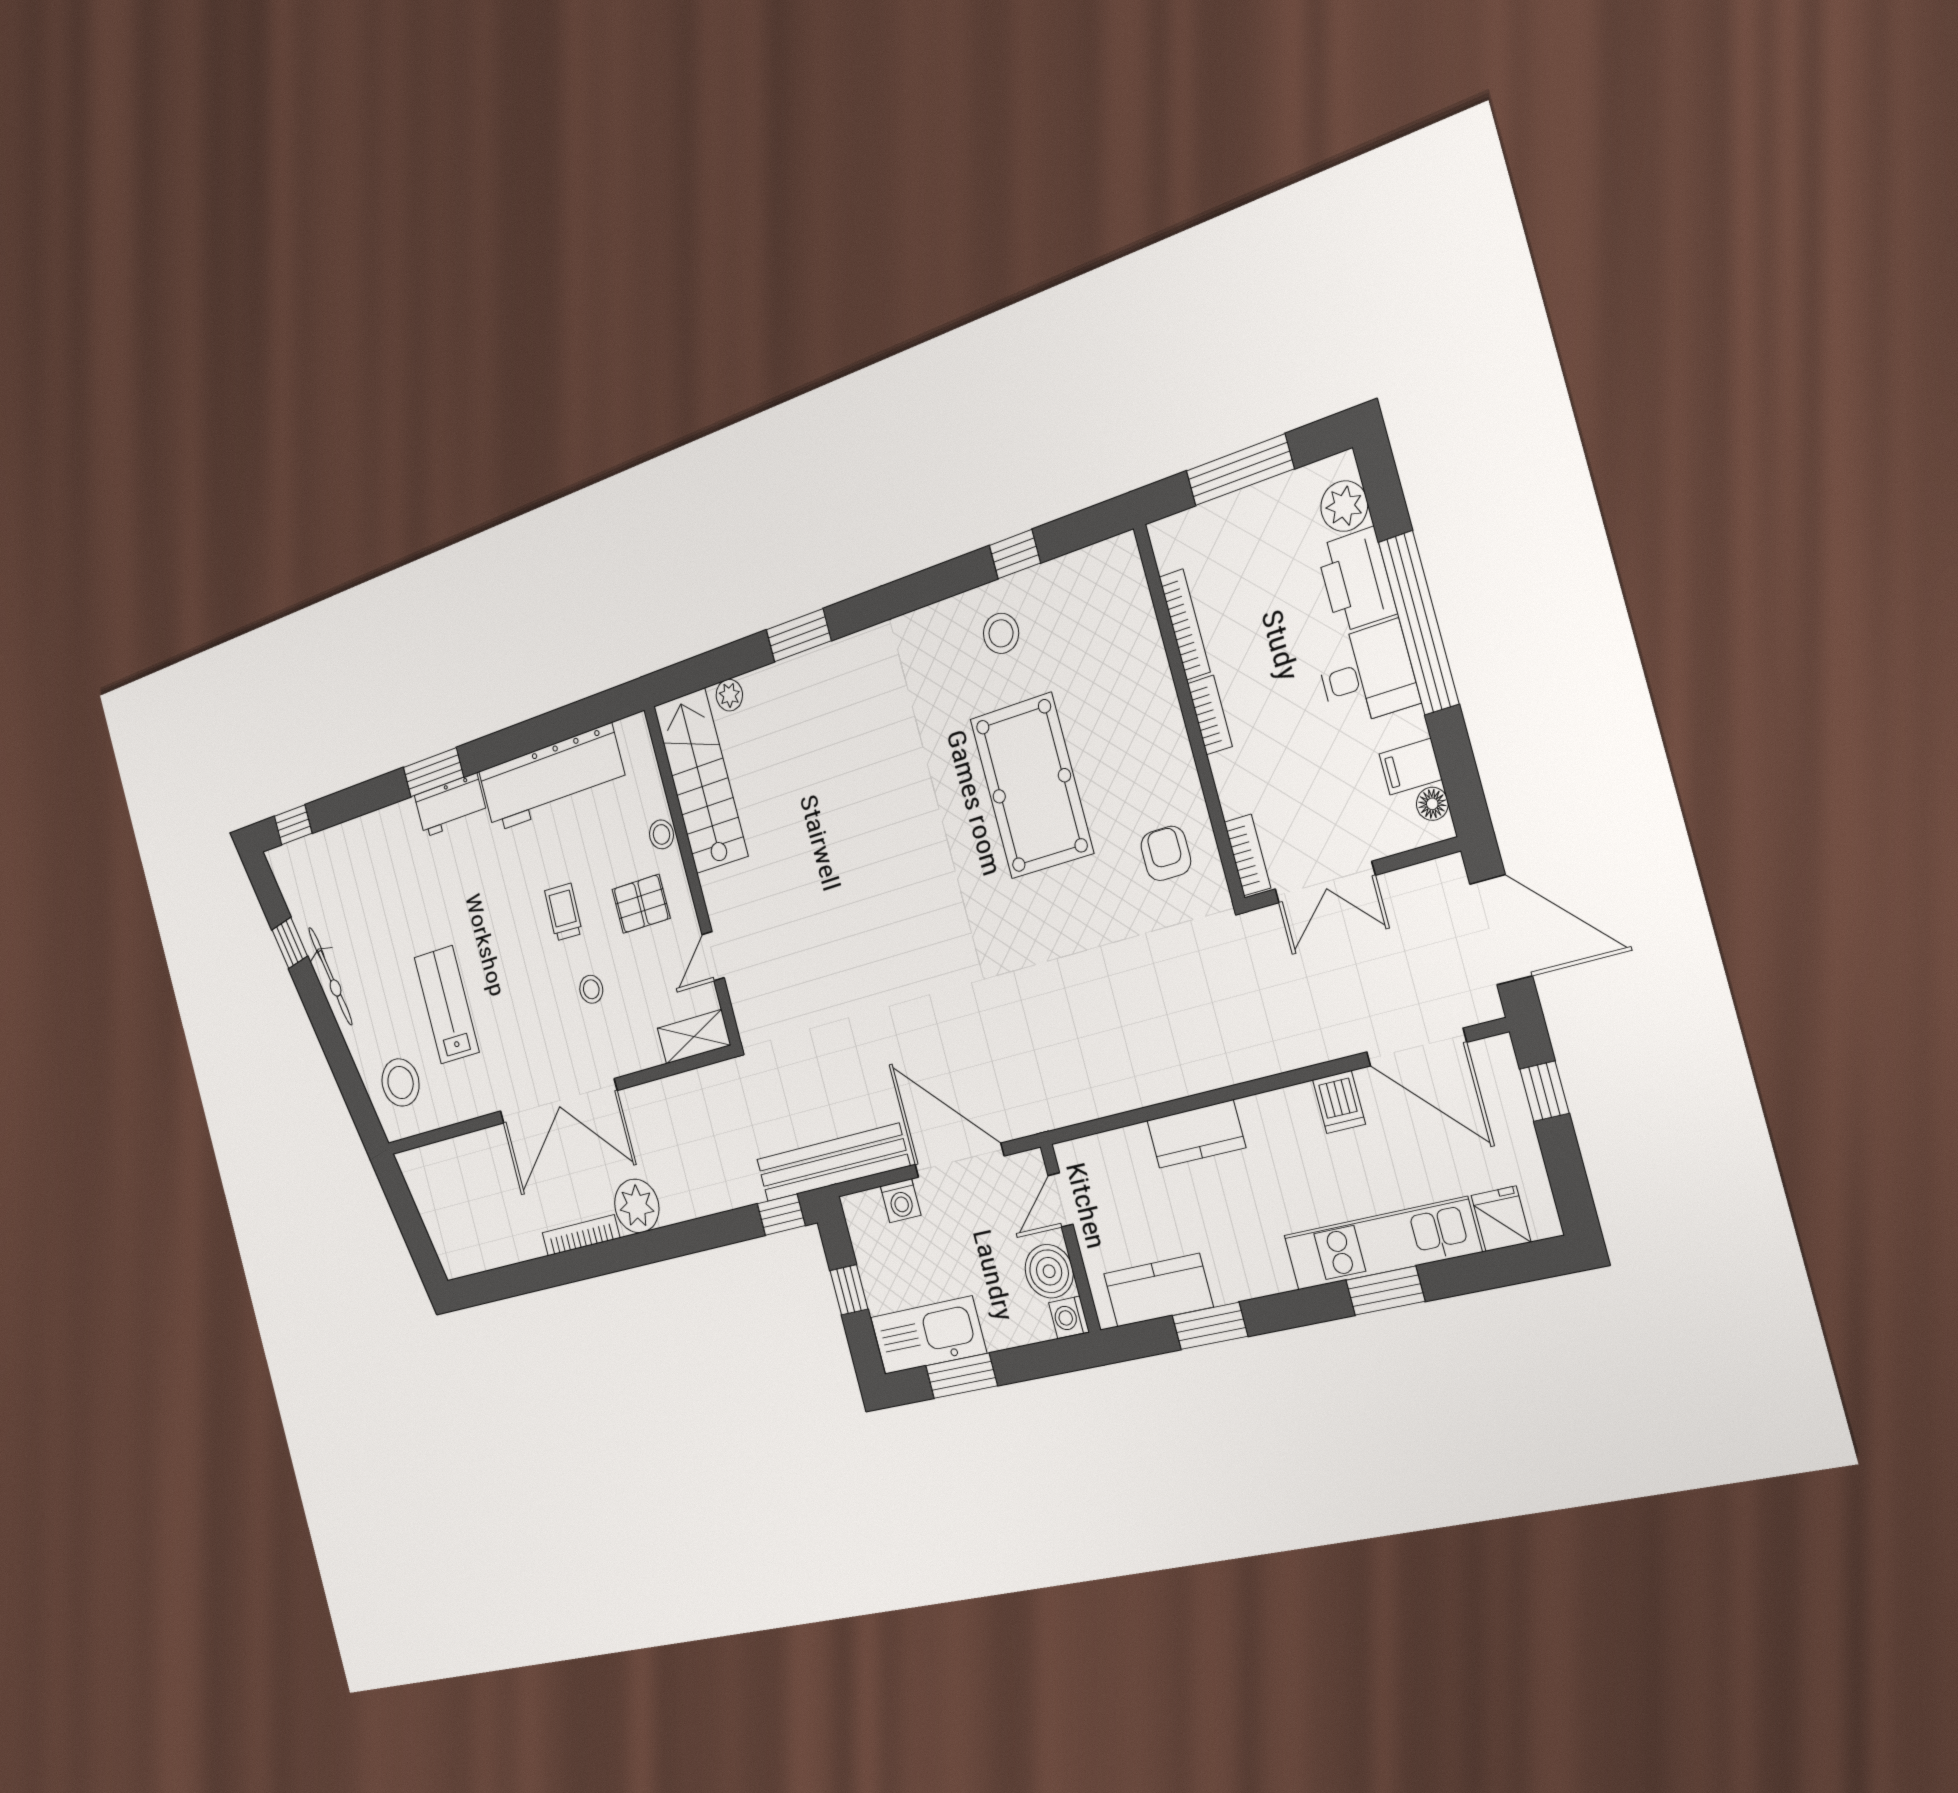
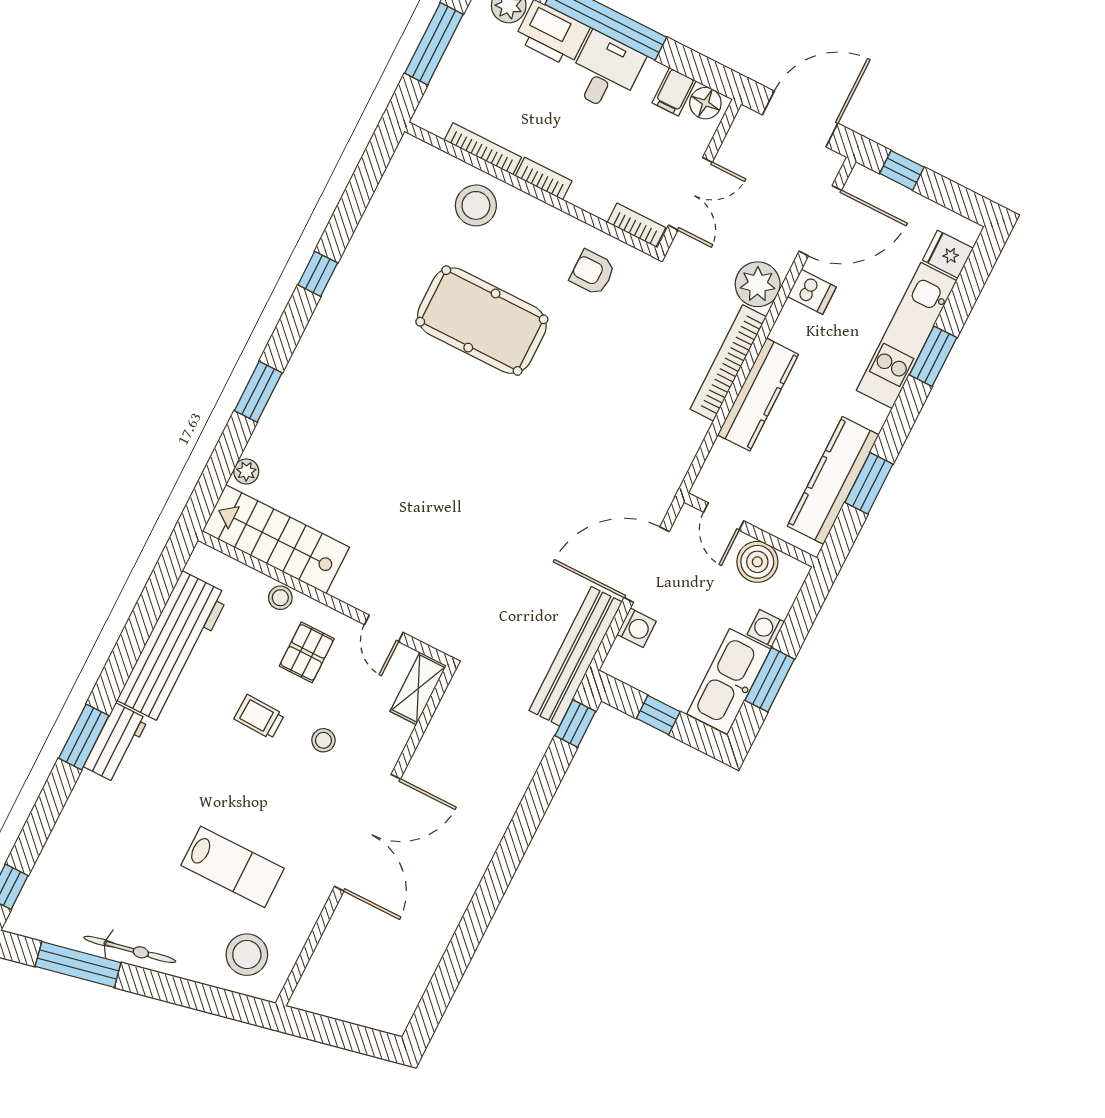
window: (1015, 554) -> (318, 274), moved
stool: (1001, 633) -> (476, 205), moved, width x1.38, depth x1.38
floor lamp: (1432, 804) -> (705, 103), width x1.37, depth x1.37
window: (290, 943) -> (78, 965), width x2.17
lab bench: (447, 1005) -> (233, 867), turned 180
kitchen counter: (1196, 1134) -> (758, 395), width x1.50
plant: (637, 1206) -> (758, 284), moved
bookcase: (581, 1235) -> (728, 363), moved, width x1.48, depth x1.31
kitchen counter: (1158, 1290) -> (833, 480), width x1.50
washing machine: (1069, 1317) -> (766, 628), moved, turned 90

